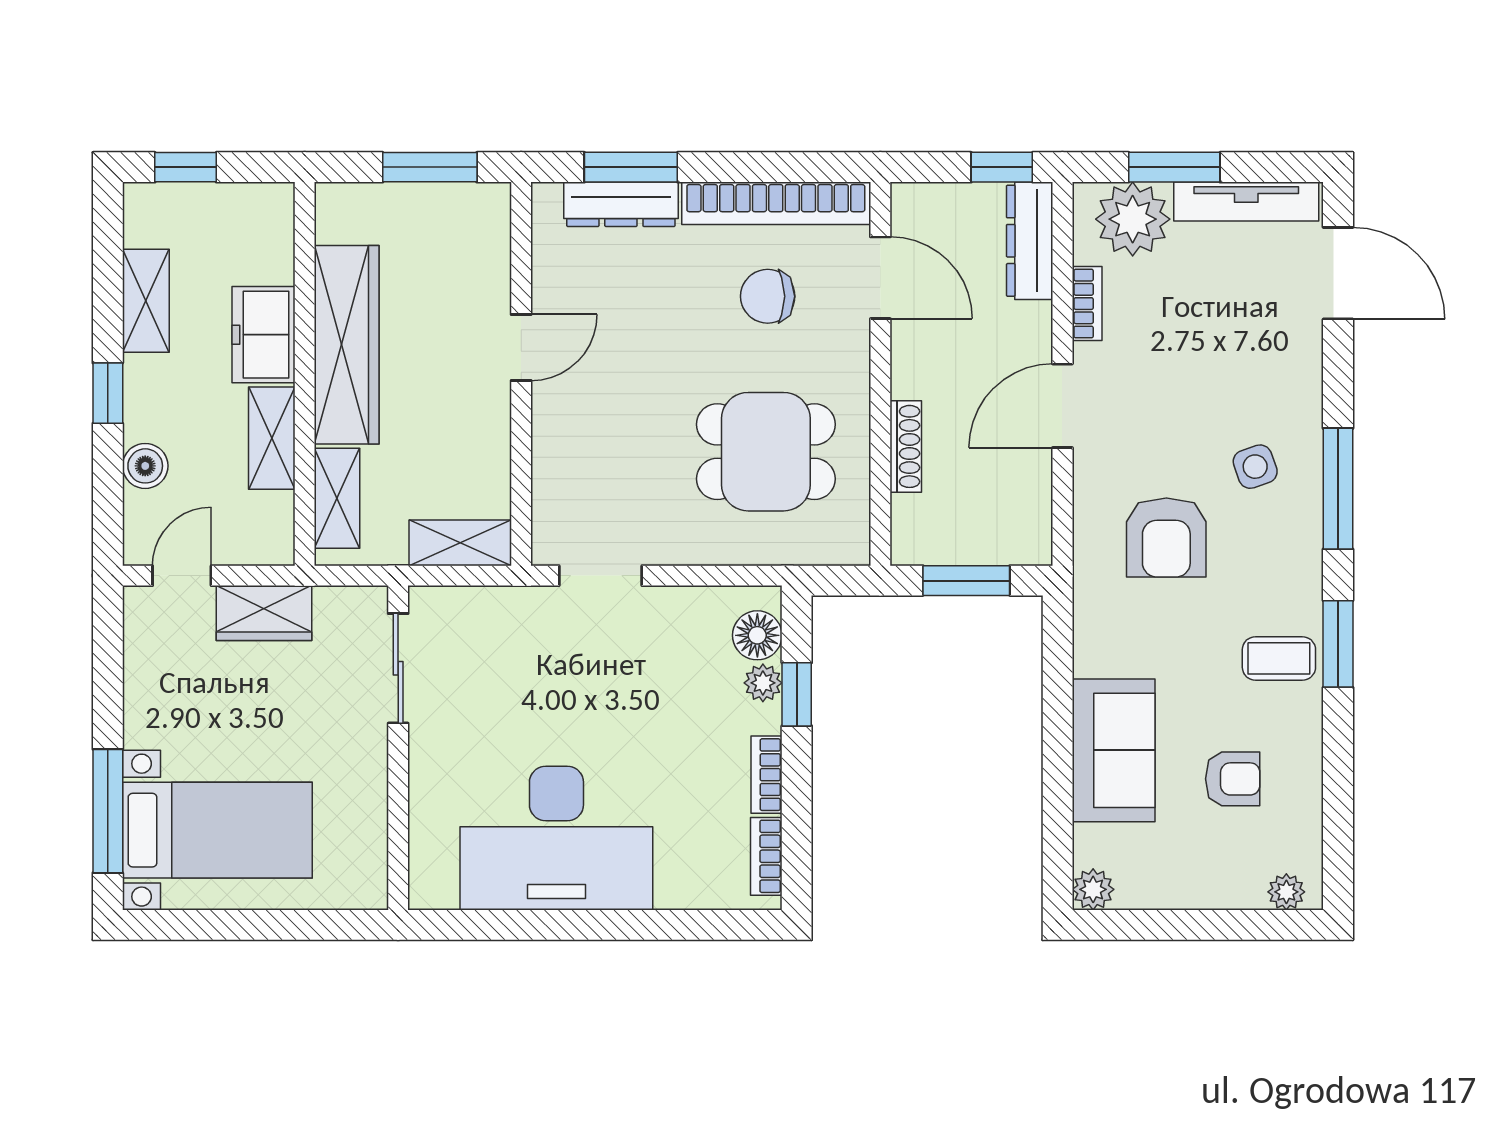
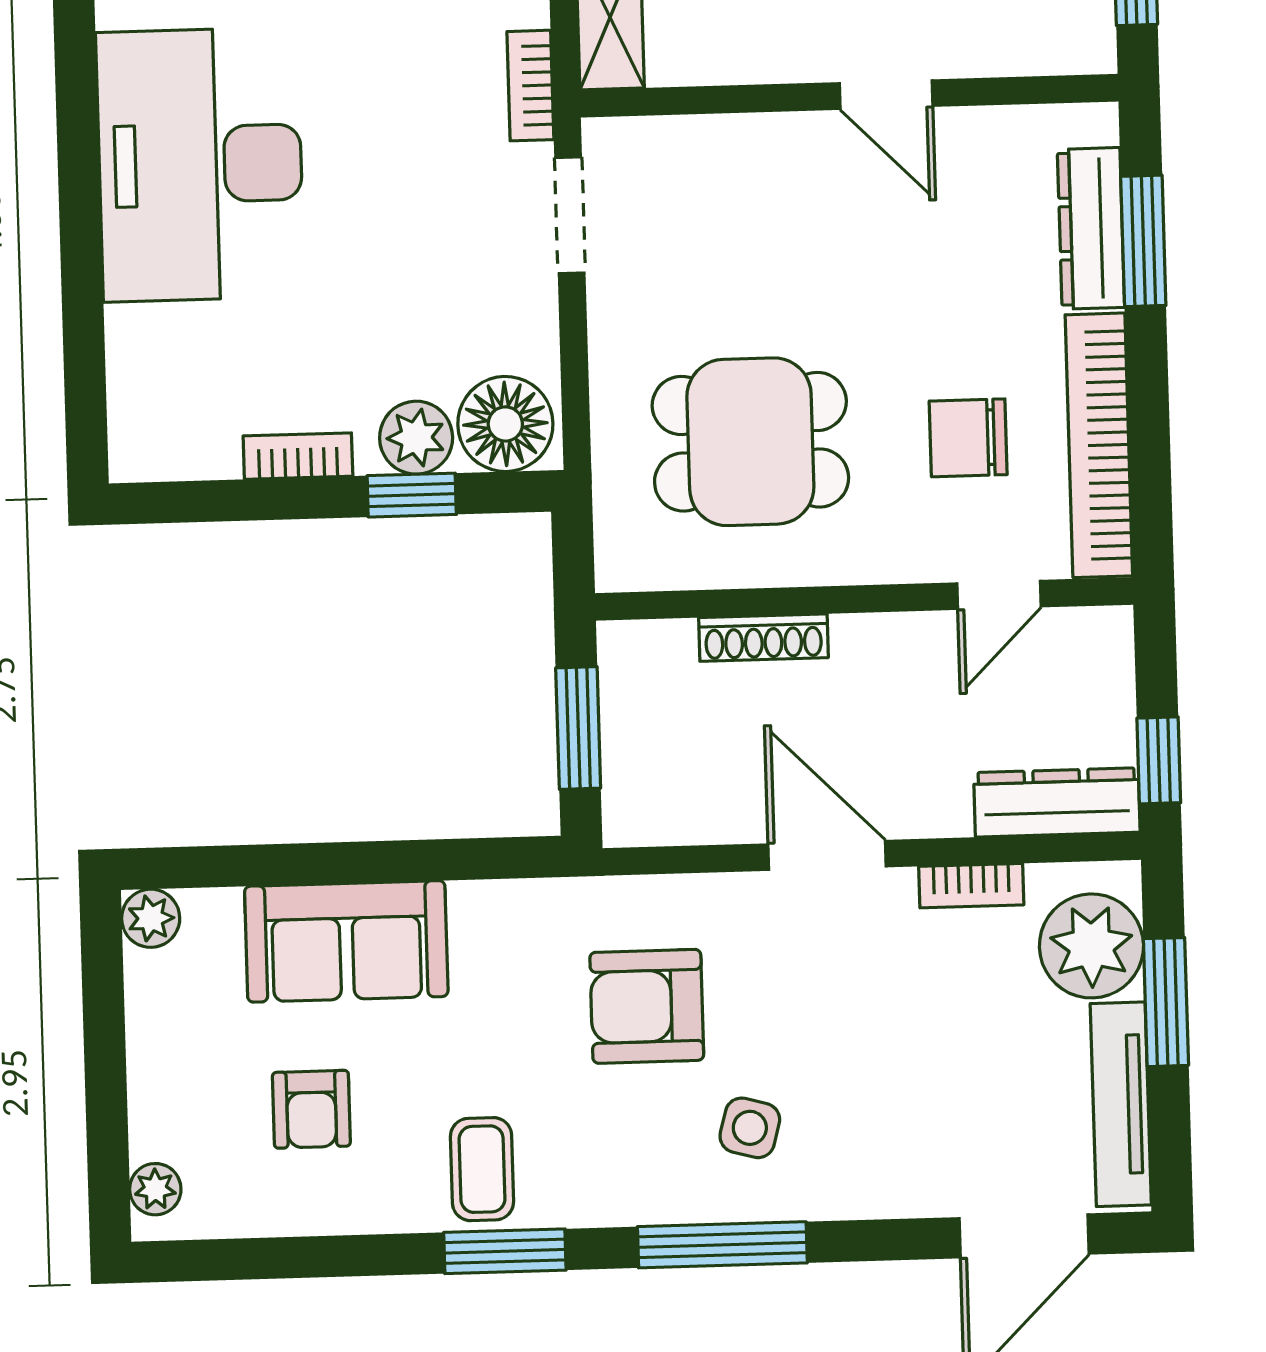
door: (880, 278) -> (999, 595), width x0.73
chair: (768, 296) -> (968, 438), turned -90
dining table: (766, 452) -> (750, 442), turned 90
side table: (1255, 467) -> (750, 1128), turned 34
floor lamp: (757, 635) -> (505, 424), width x1.38, depth x1.38
plant: (763, 683) -> (416, 438), width x1.38, depth x1.38
bookcase: (766, 856) -> (530, 86), moved, turned -90

